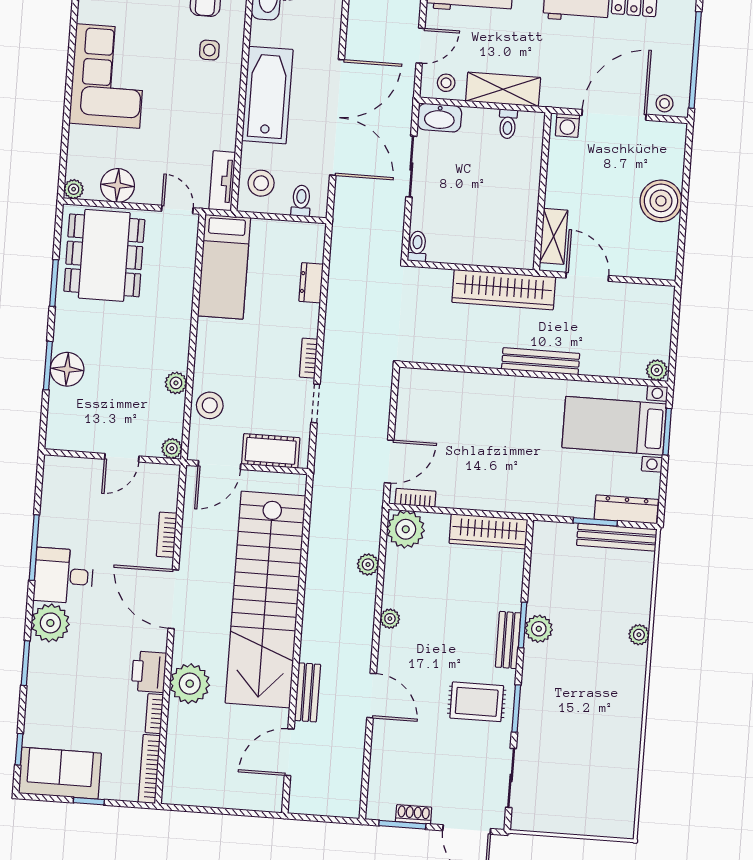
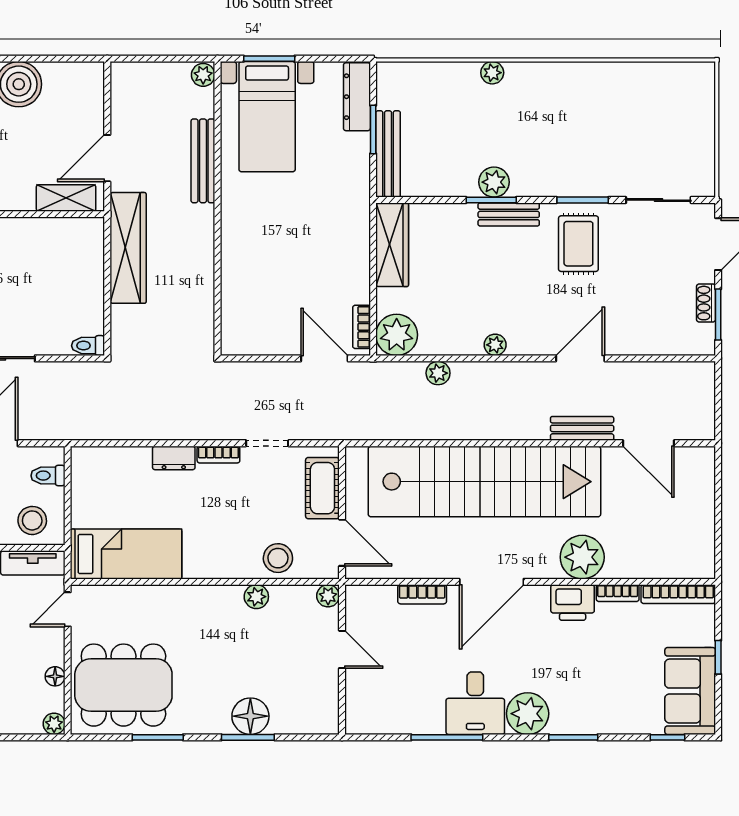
floor lamp: (118, 185) -> (55, 676), width x0.53, depth x0.53
dresser: (311, 283) -> (174, 458), moved
bench: (541, 361) -> (203, 161), moved
bench: (617, 537) -> (388, 154), moved

